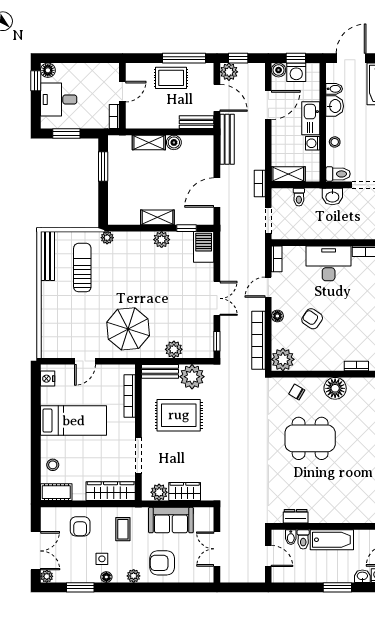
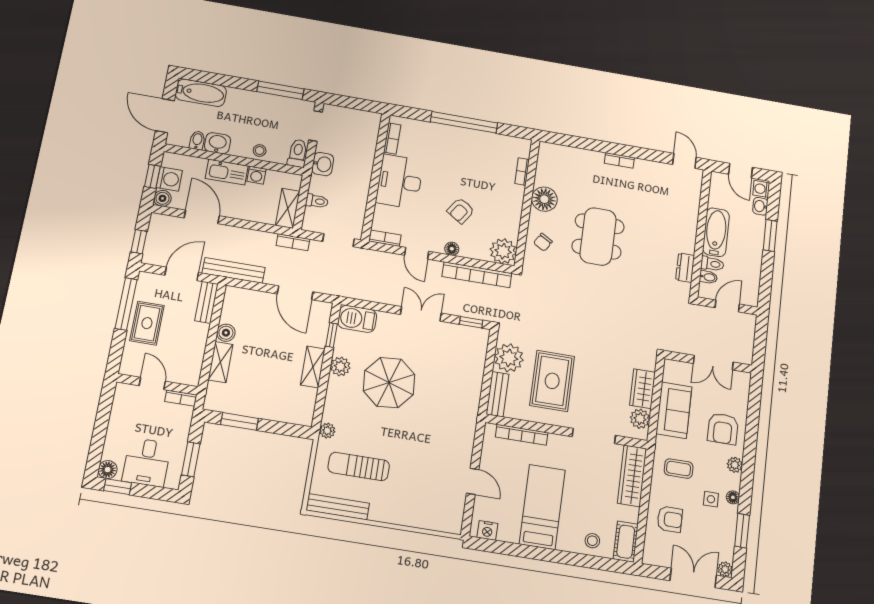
plant: (229, 72) -> (153, 255), removed
parasol: (128, 329) -> (389, 383), moved
plant: (174, 349) -> (474, 374), removed

